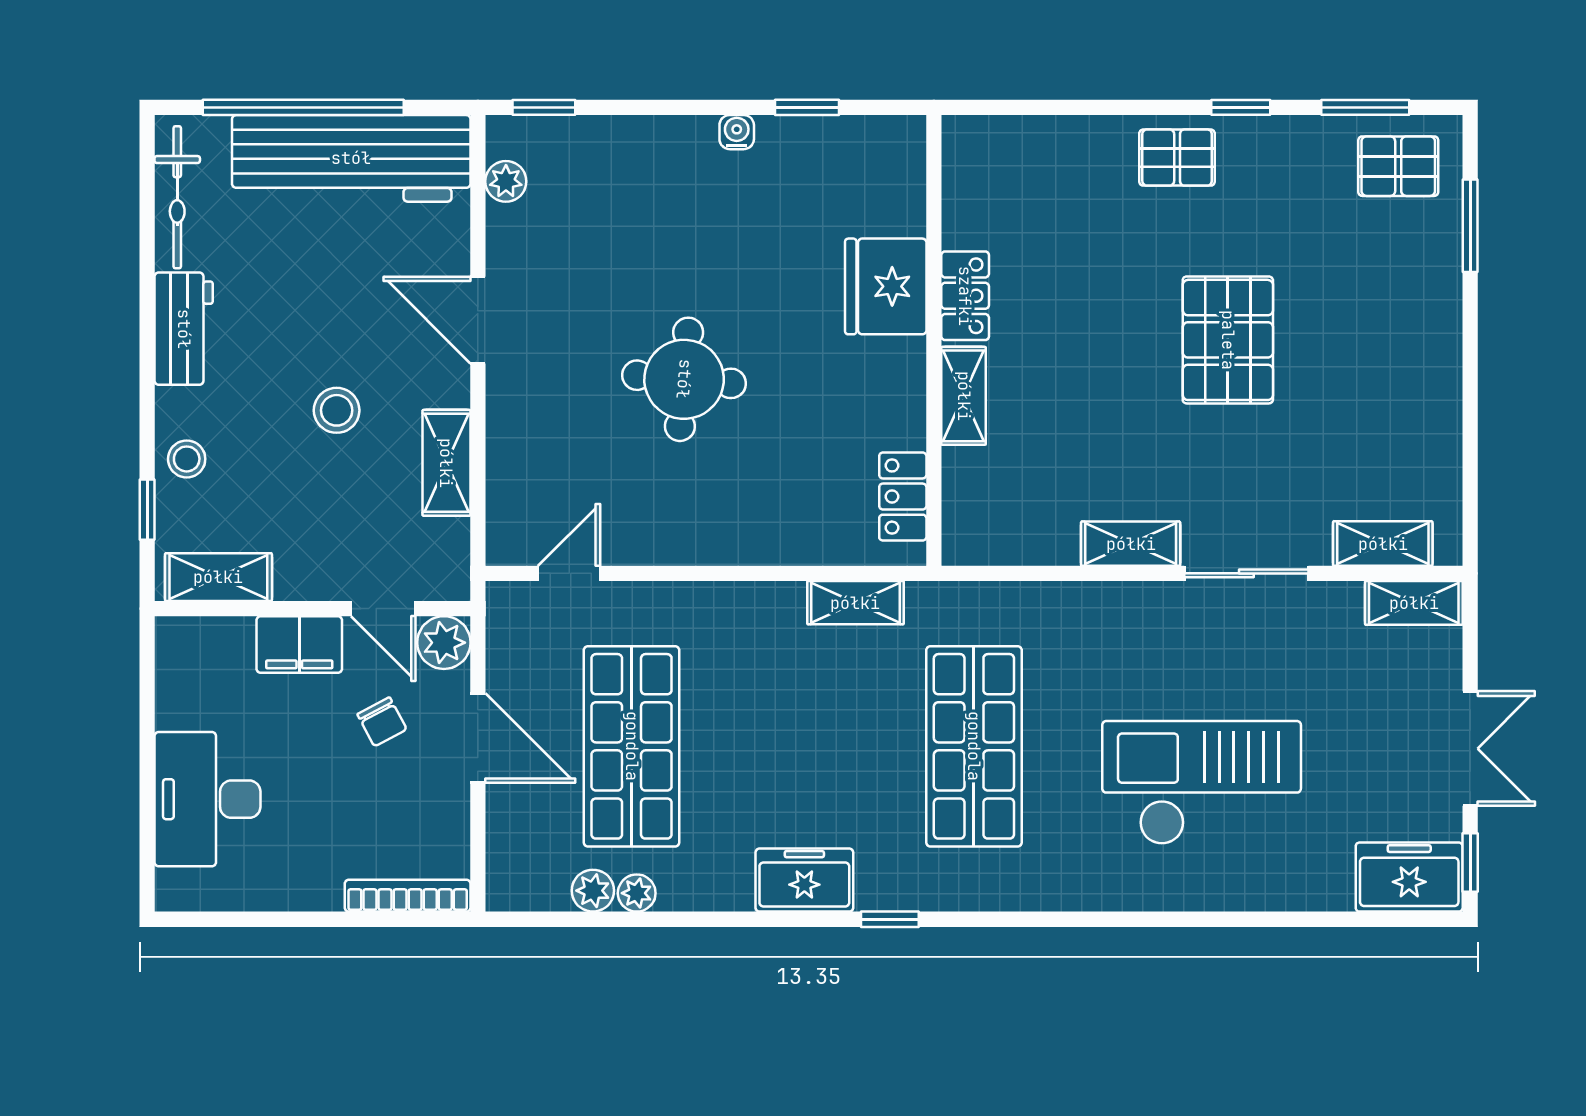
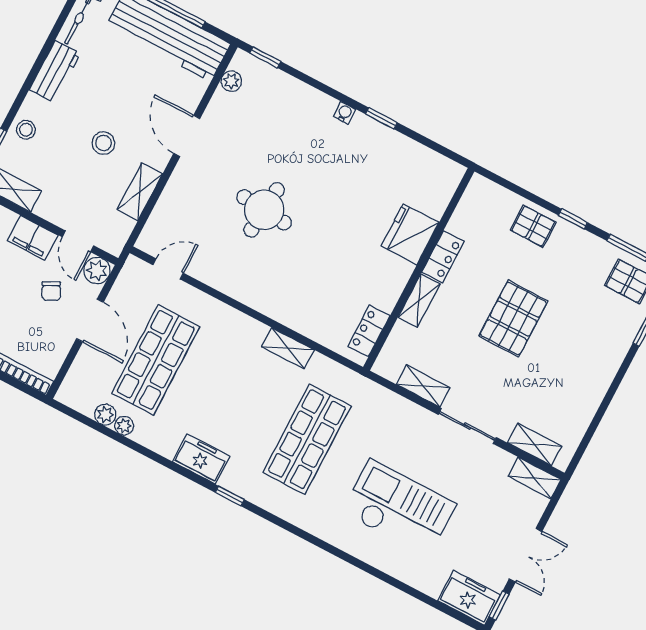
fridge: (886, 286) -> (410, 234), moved
locker: (965, 296) -> (443, 257), moved
wall: (934, 340) -> (419, 269), moved
shelving: (964, 396) -> (419, 301), moved
locker: (903, 497) -> (369, 331), moved

